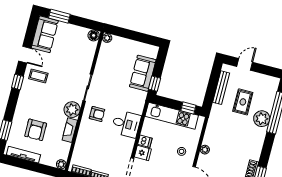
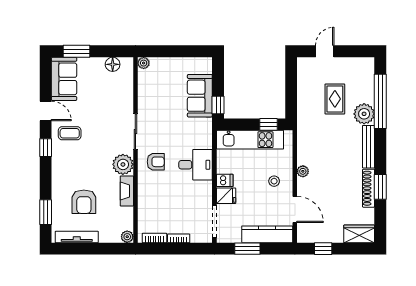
floor lamp: (94, 35) -> (113, 64), moved
bench: (221, 88) -> (368, 147), moved

